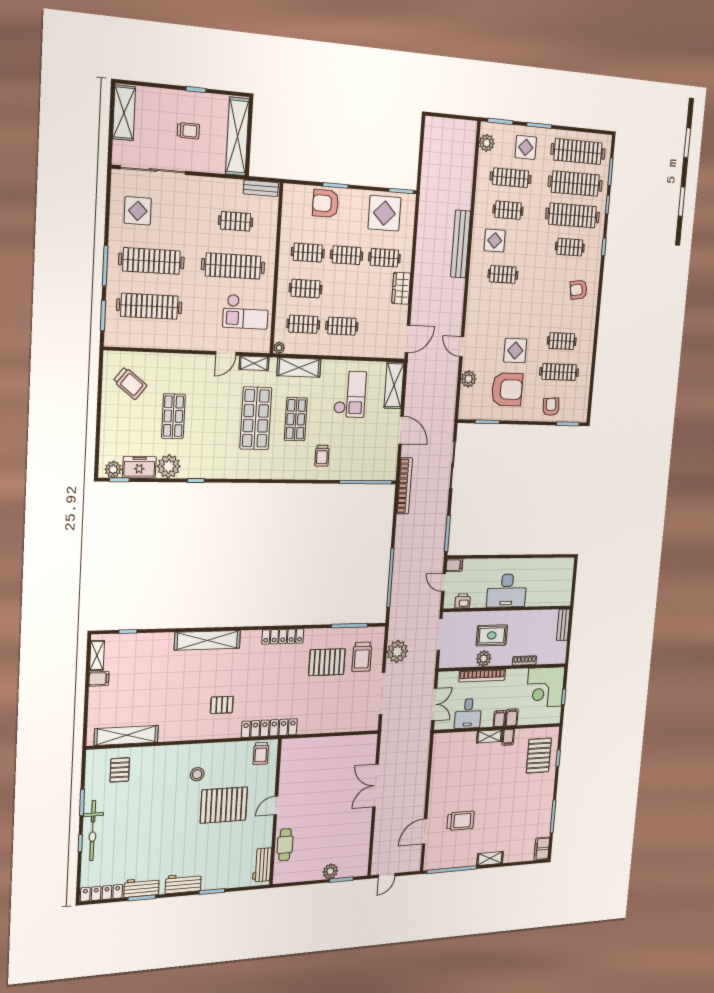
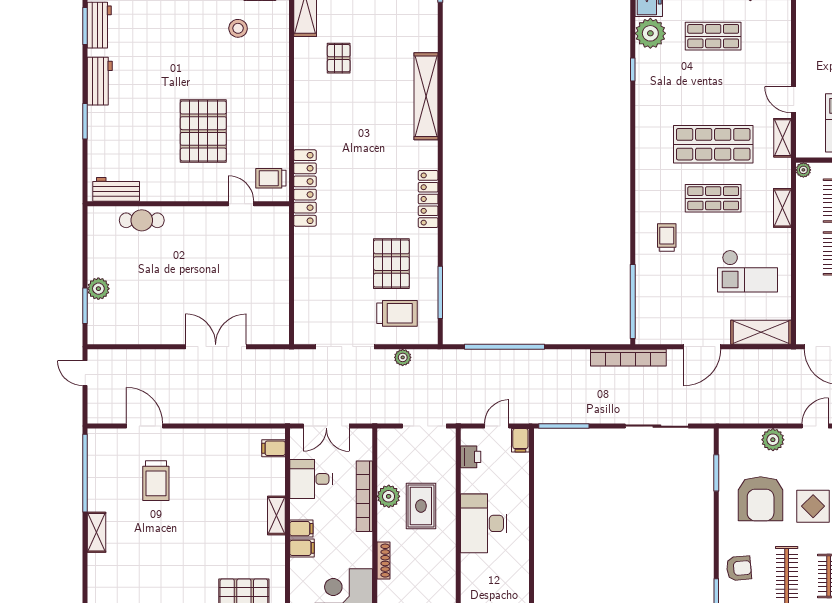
shelving: (299, 367) -> (782, 208), width x0.67, depth x0.75
trolley: (322, 456) -> (667, 238), turned 90
plant: (397, 651) -> (403, 357), width x0.53, depth x0.53
trolley: (362, 657) -> (397, 313), turned 180
pallet: (222, 705) -> (339, 58), moved
filing cabinet: (508, 737) -> (274, 448), moved
stool: (197, 774) -> (238, 28), moved
door: (276, 806) -> (241, 204), moved

